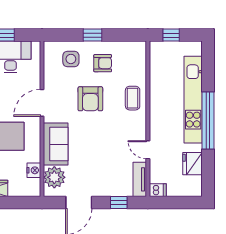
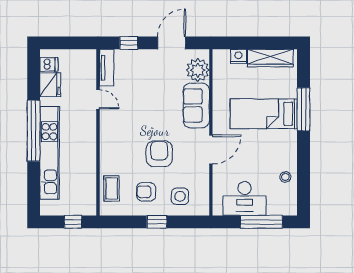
coffee table: (133, 98) -> (111, 189), moved
nightstand: (34, 170) -> (238, 56), moved, turned 90
dishwasher: (158, 190) -> (49, 64), moved, turned 180

